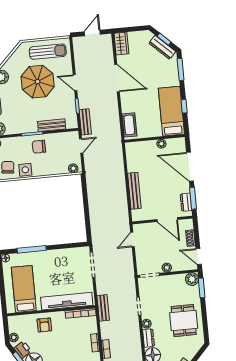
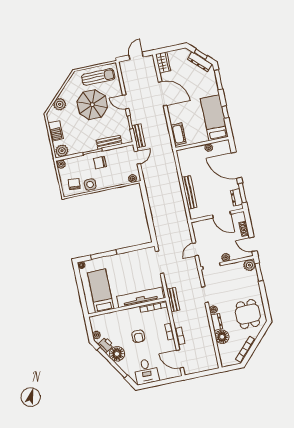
door: (133, 239) -> (195, 249), moved
dining table: (184, 321) -> (248, 314), moved
armchair: (44, 325) -> (138, 336), moved

